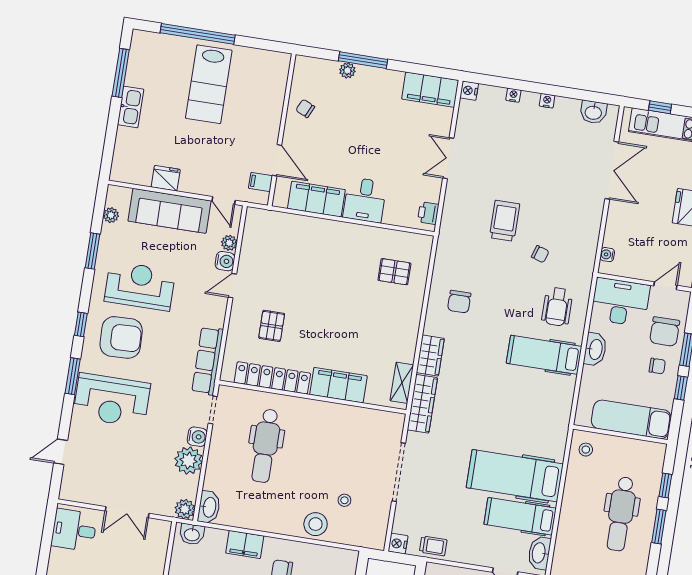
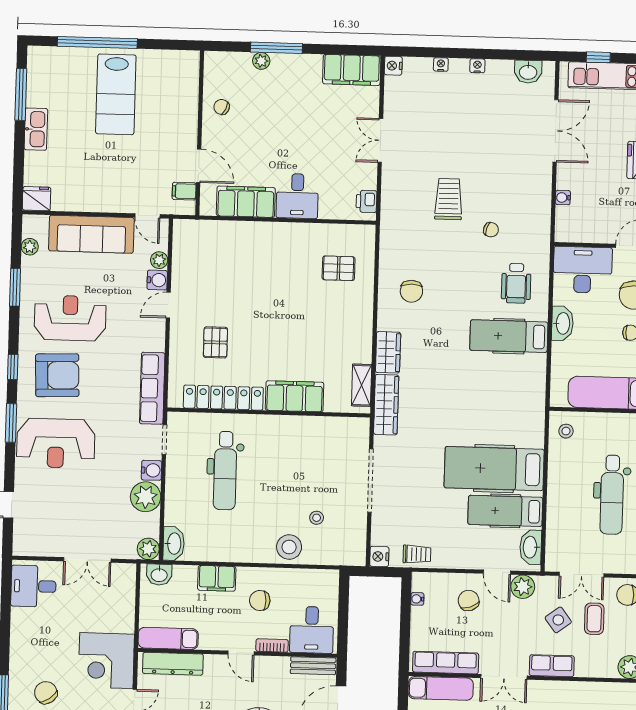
fridge: (166, 178) -> (37, 199), moved
water cooler: (607, 255) -> (563, 198), moved

